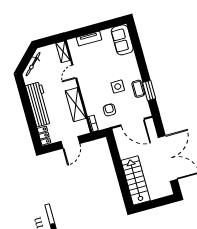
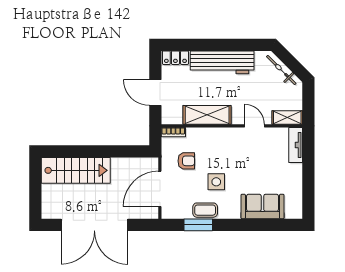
tv unit: (89, 39) -> (296, 145), moved
sofa: (122, 40) -> (262, 206), moved

